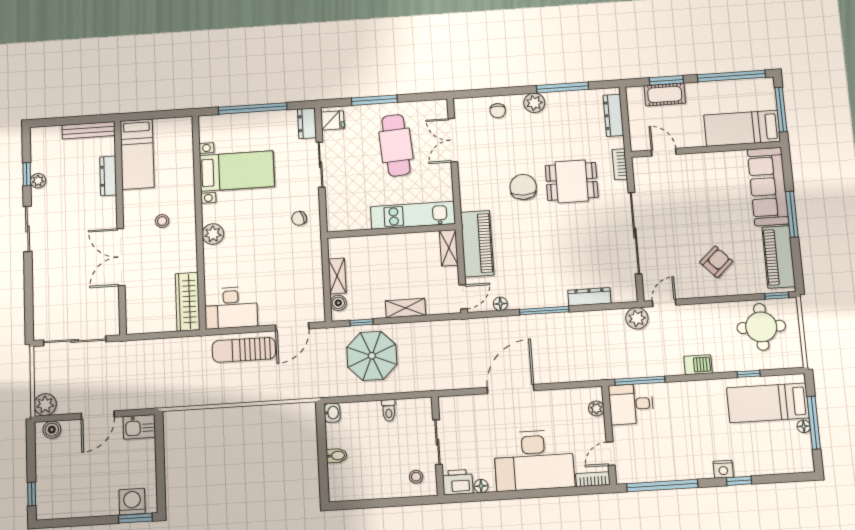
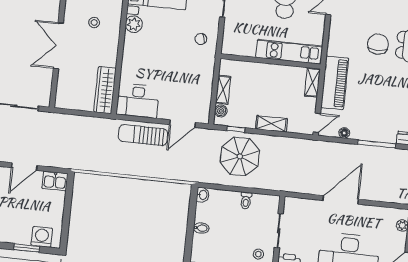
plant: (213, 234) -> (134, 24), moved
window: (135, 518) -> (27, 248), moved

